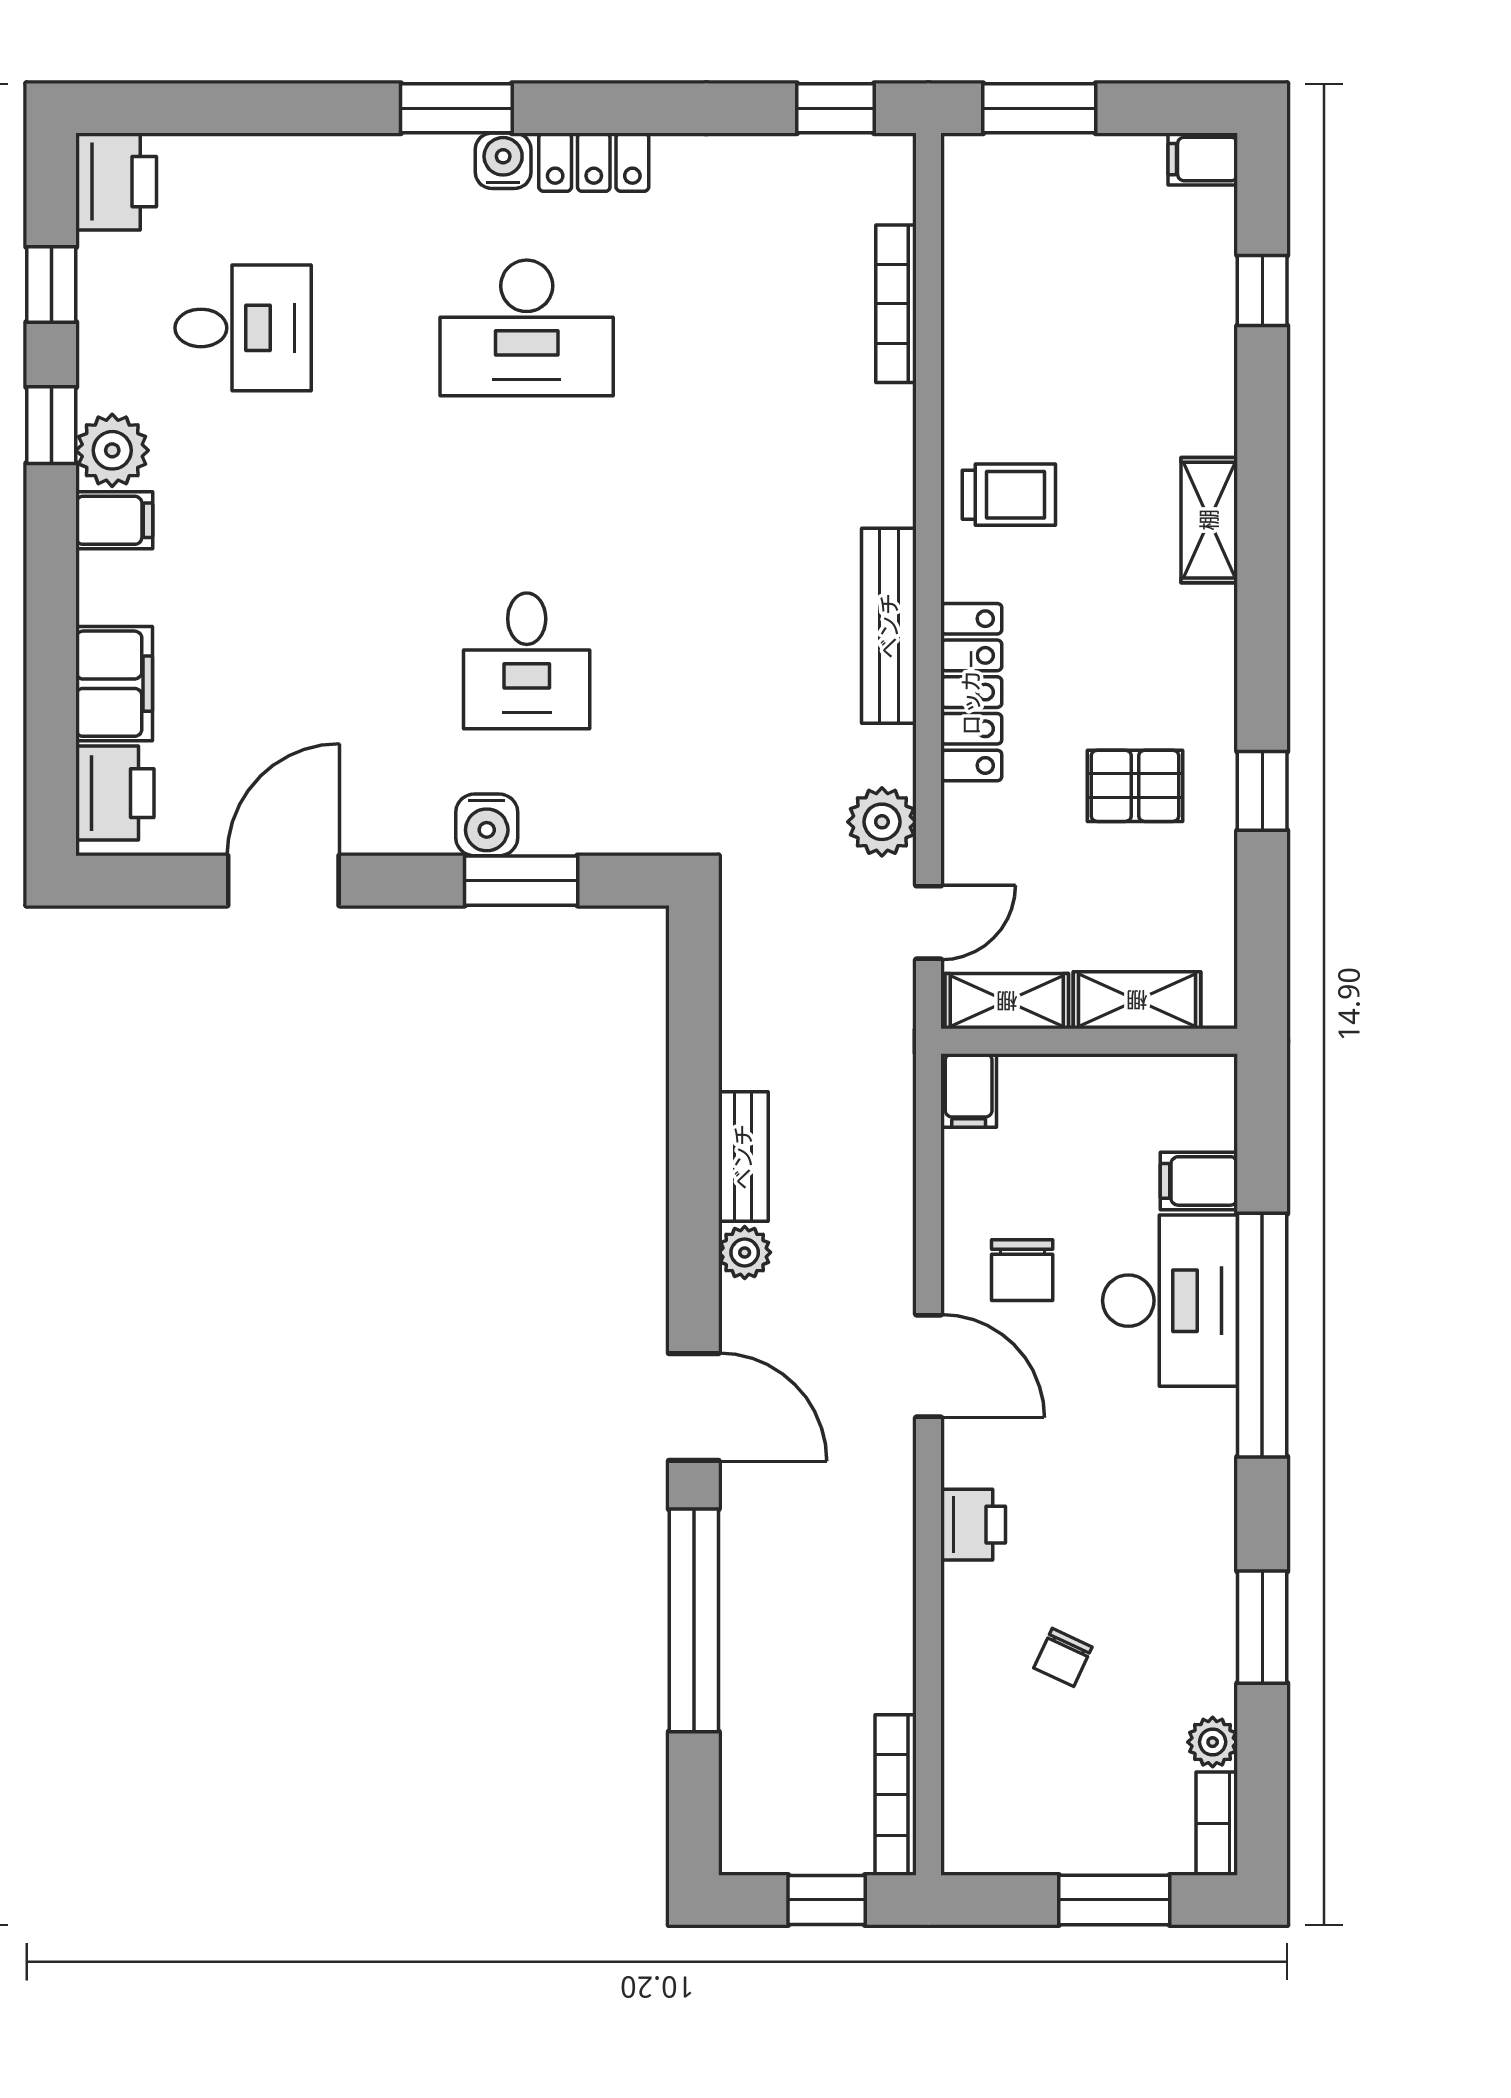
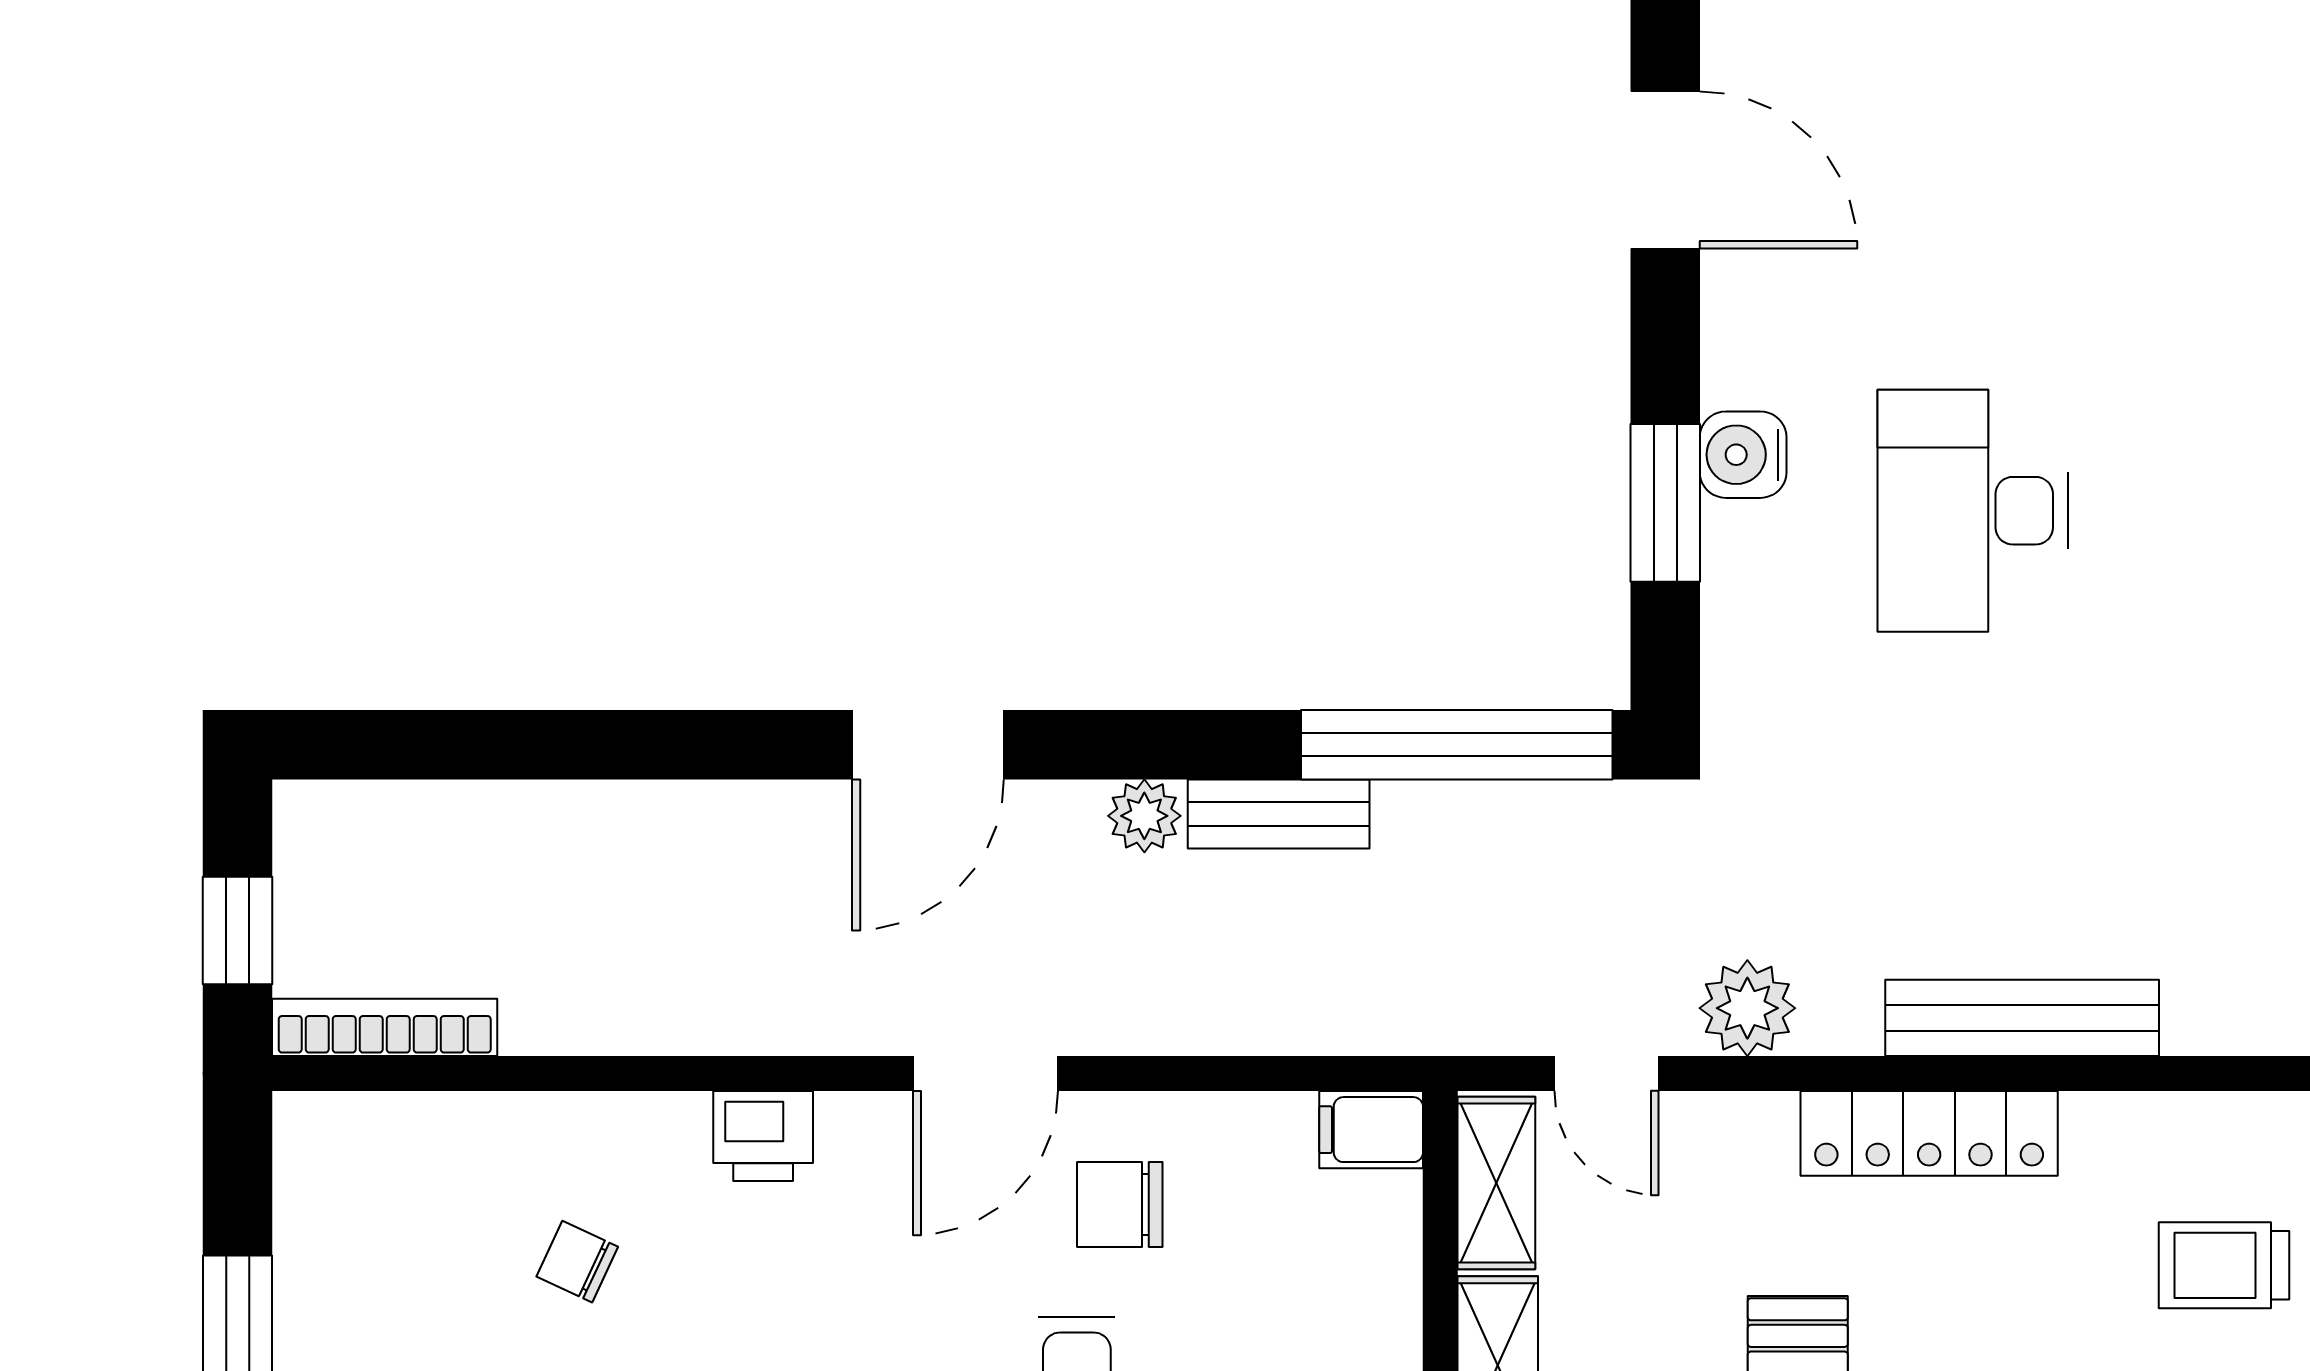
trolley: (1009, 495) -> (2224, 1265), moved, turned 90
desk: (527, 661) -> (1973, 511), width x1.37
window: (694, 1620) -> (1457, 745), moved

